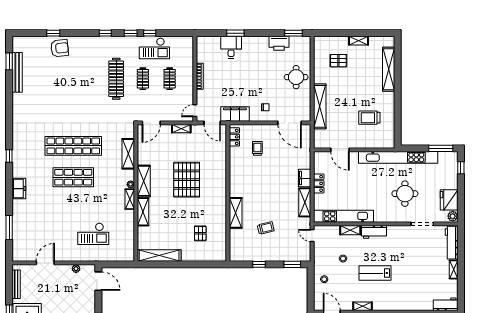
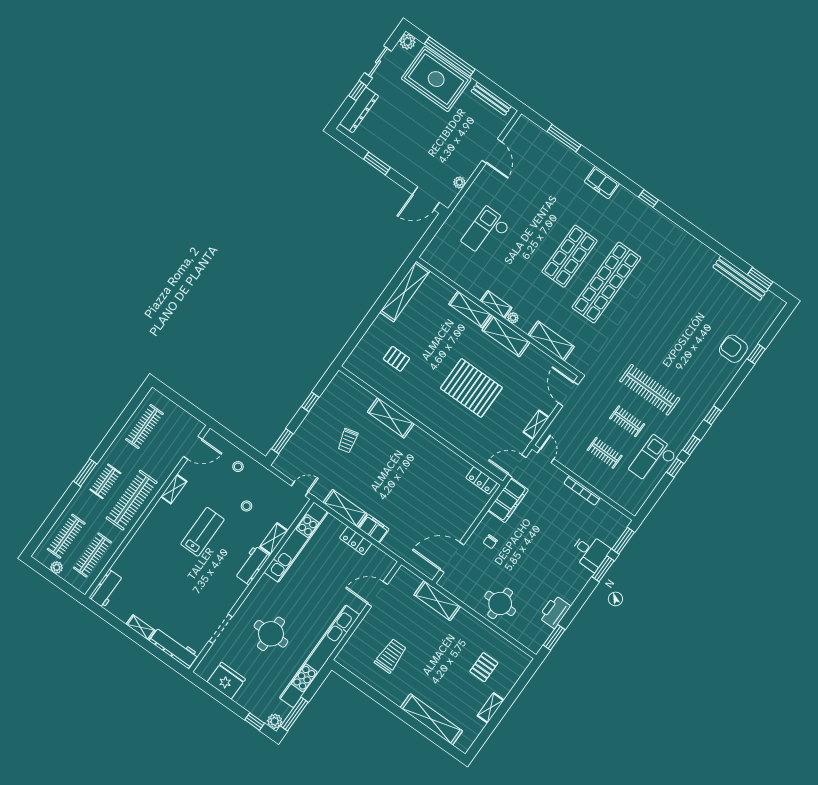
window: (212, 33) -> (623, 541), added
armchair: (60, 48) -> (733, 349), turned 96
shelving: (320, 106) -> (437, 601), width x0.68
trolley: (257, 148) -> (448, 498), removed
plant: (453, 216) -> (275, 721), moved

